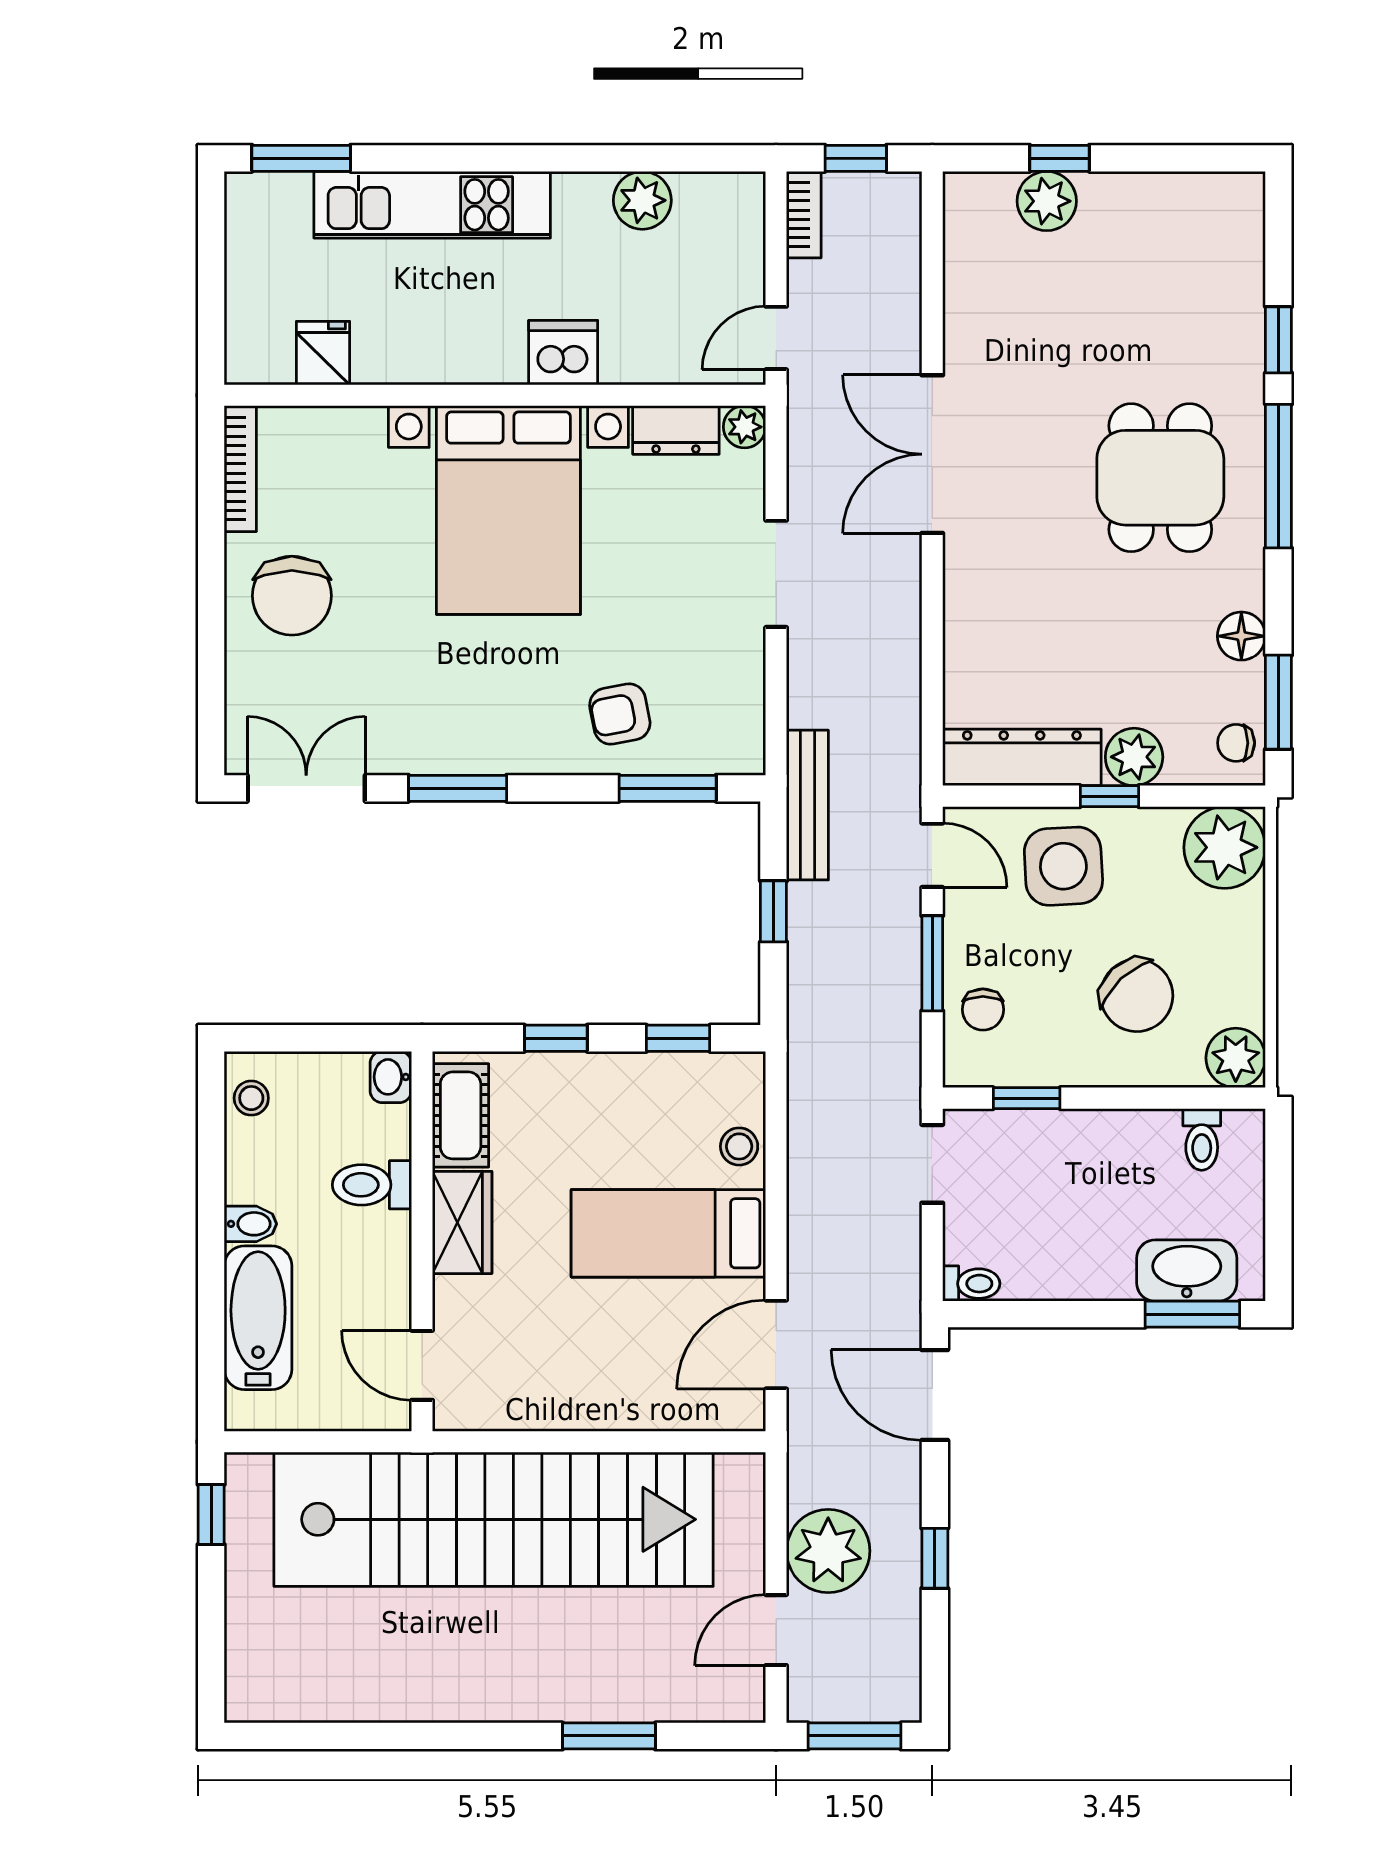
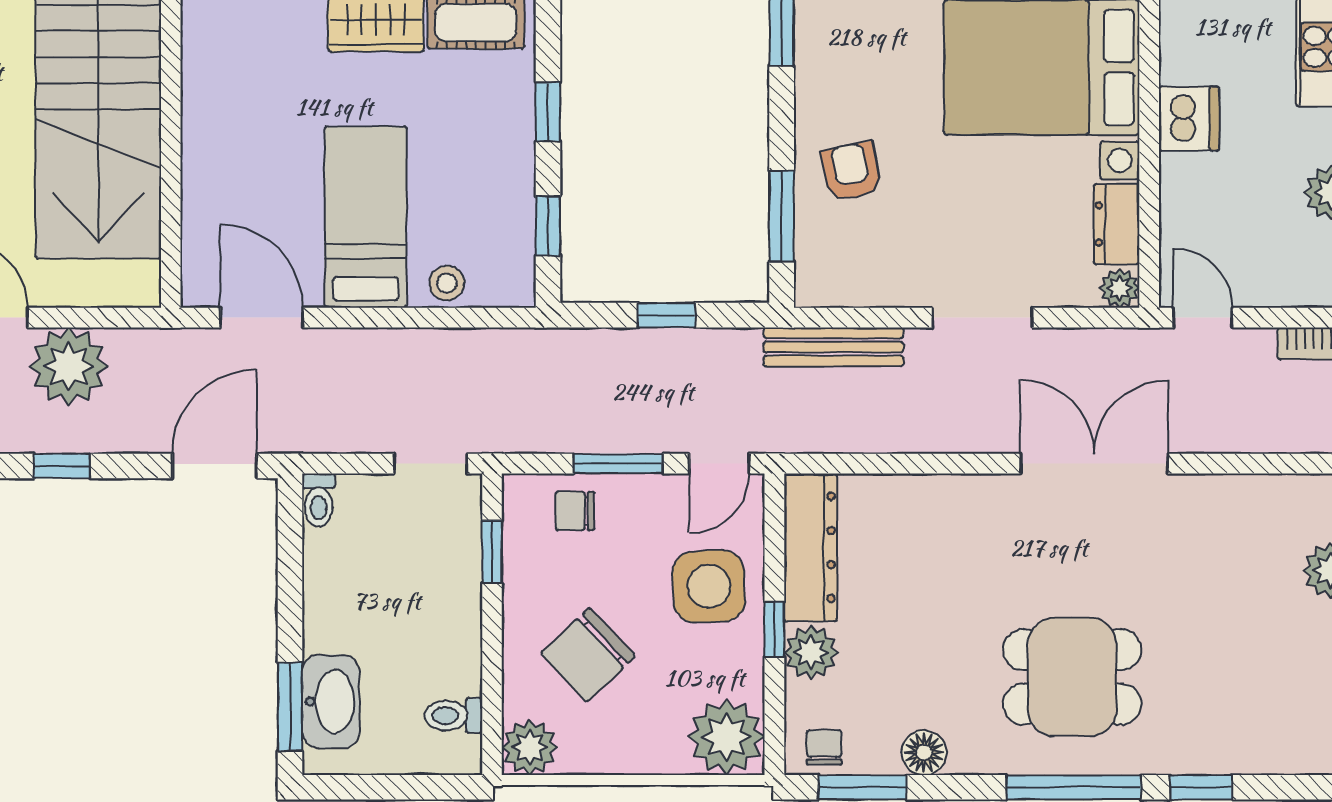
bench: (807, 805) -> (833, 347), moved

